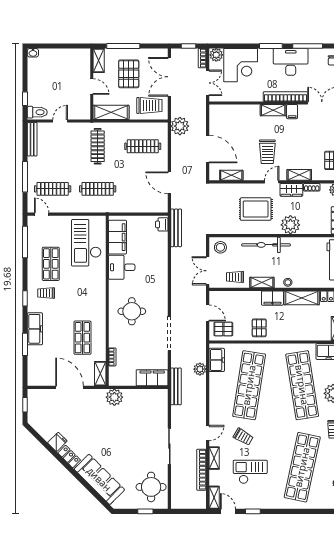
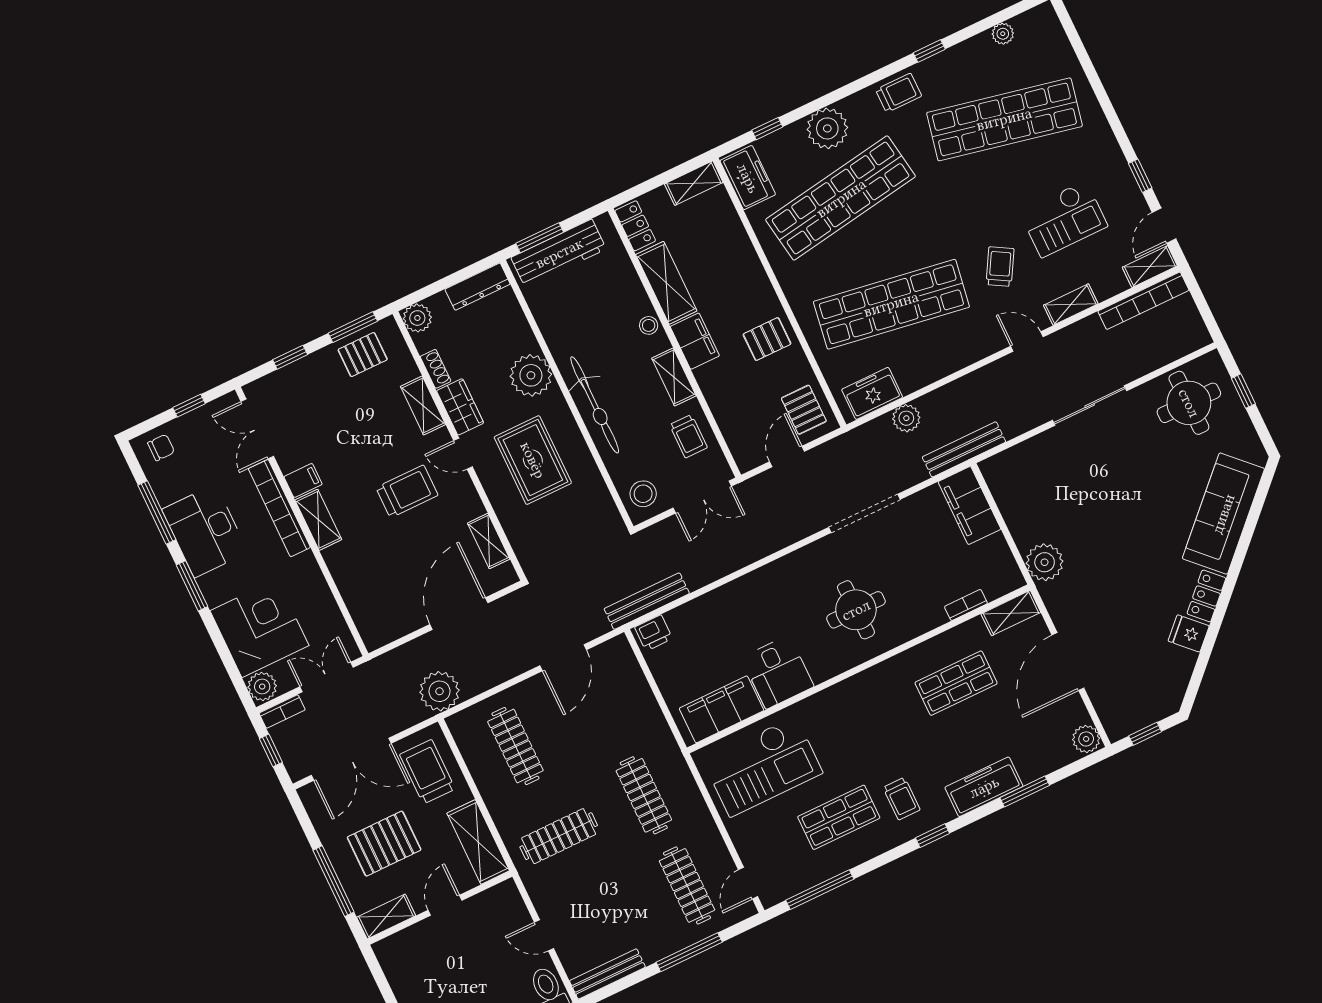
plant: (34, 380) -> (1086, 739), added
bookcase: (201, 470) -> (1143, 301), moved
checkout: (250, 472) -> (1064, 219), turned -90

